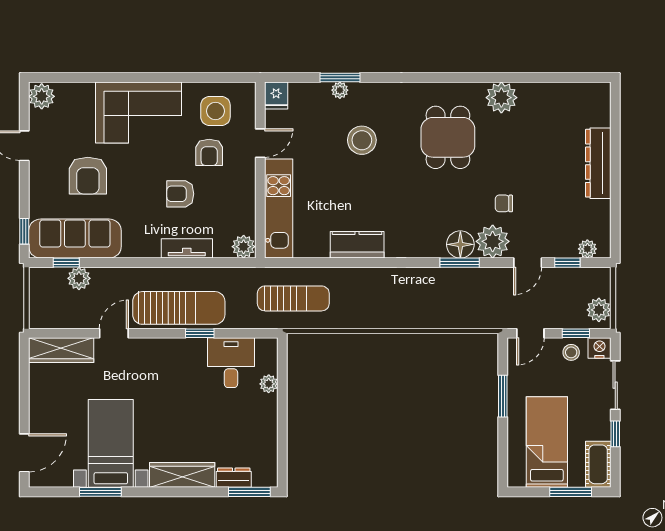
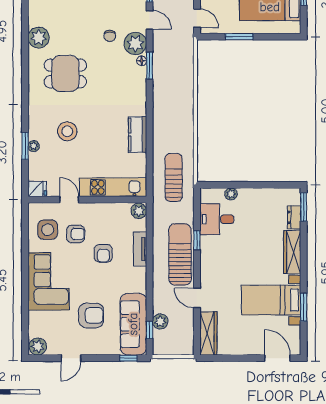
floor lamp: (460, 244) -> (142, 61), width x0.53, depth x0.53

